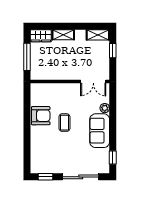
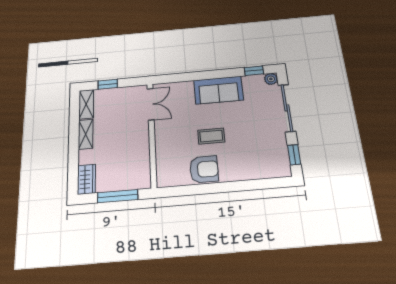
shelving: (63, 35) -> (86, 134), moved
plant: (105, 108) -> (271, 79), moved
armchair: (41, 116) -> (204, 169), turned 90

